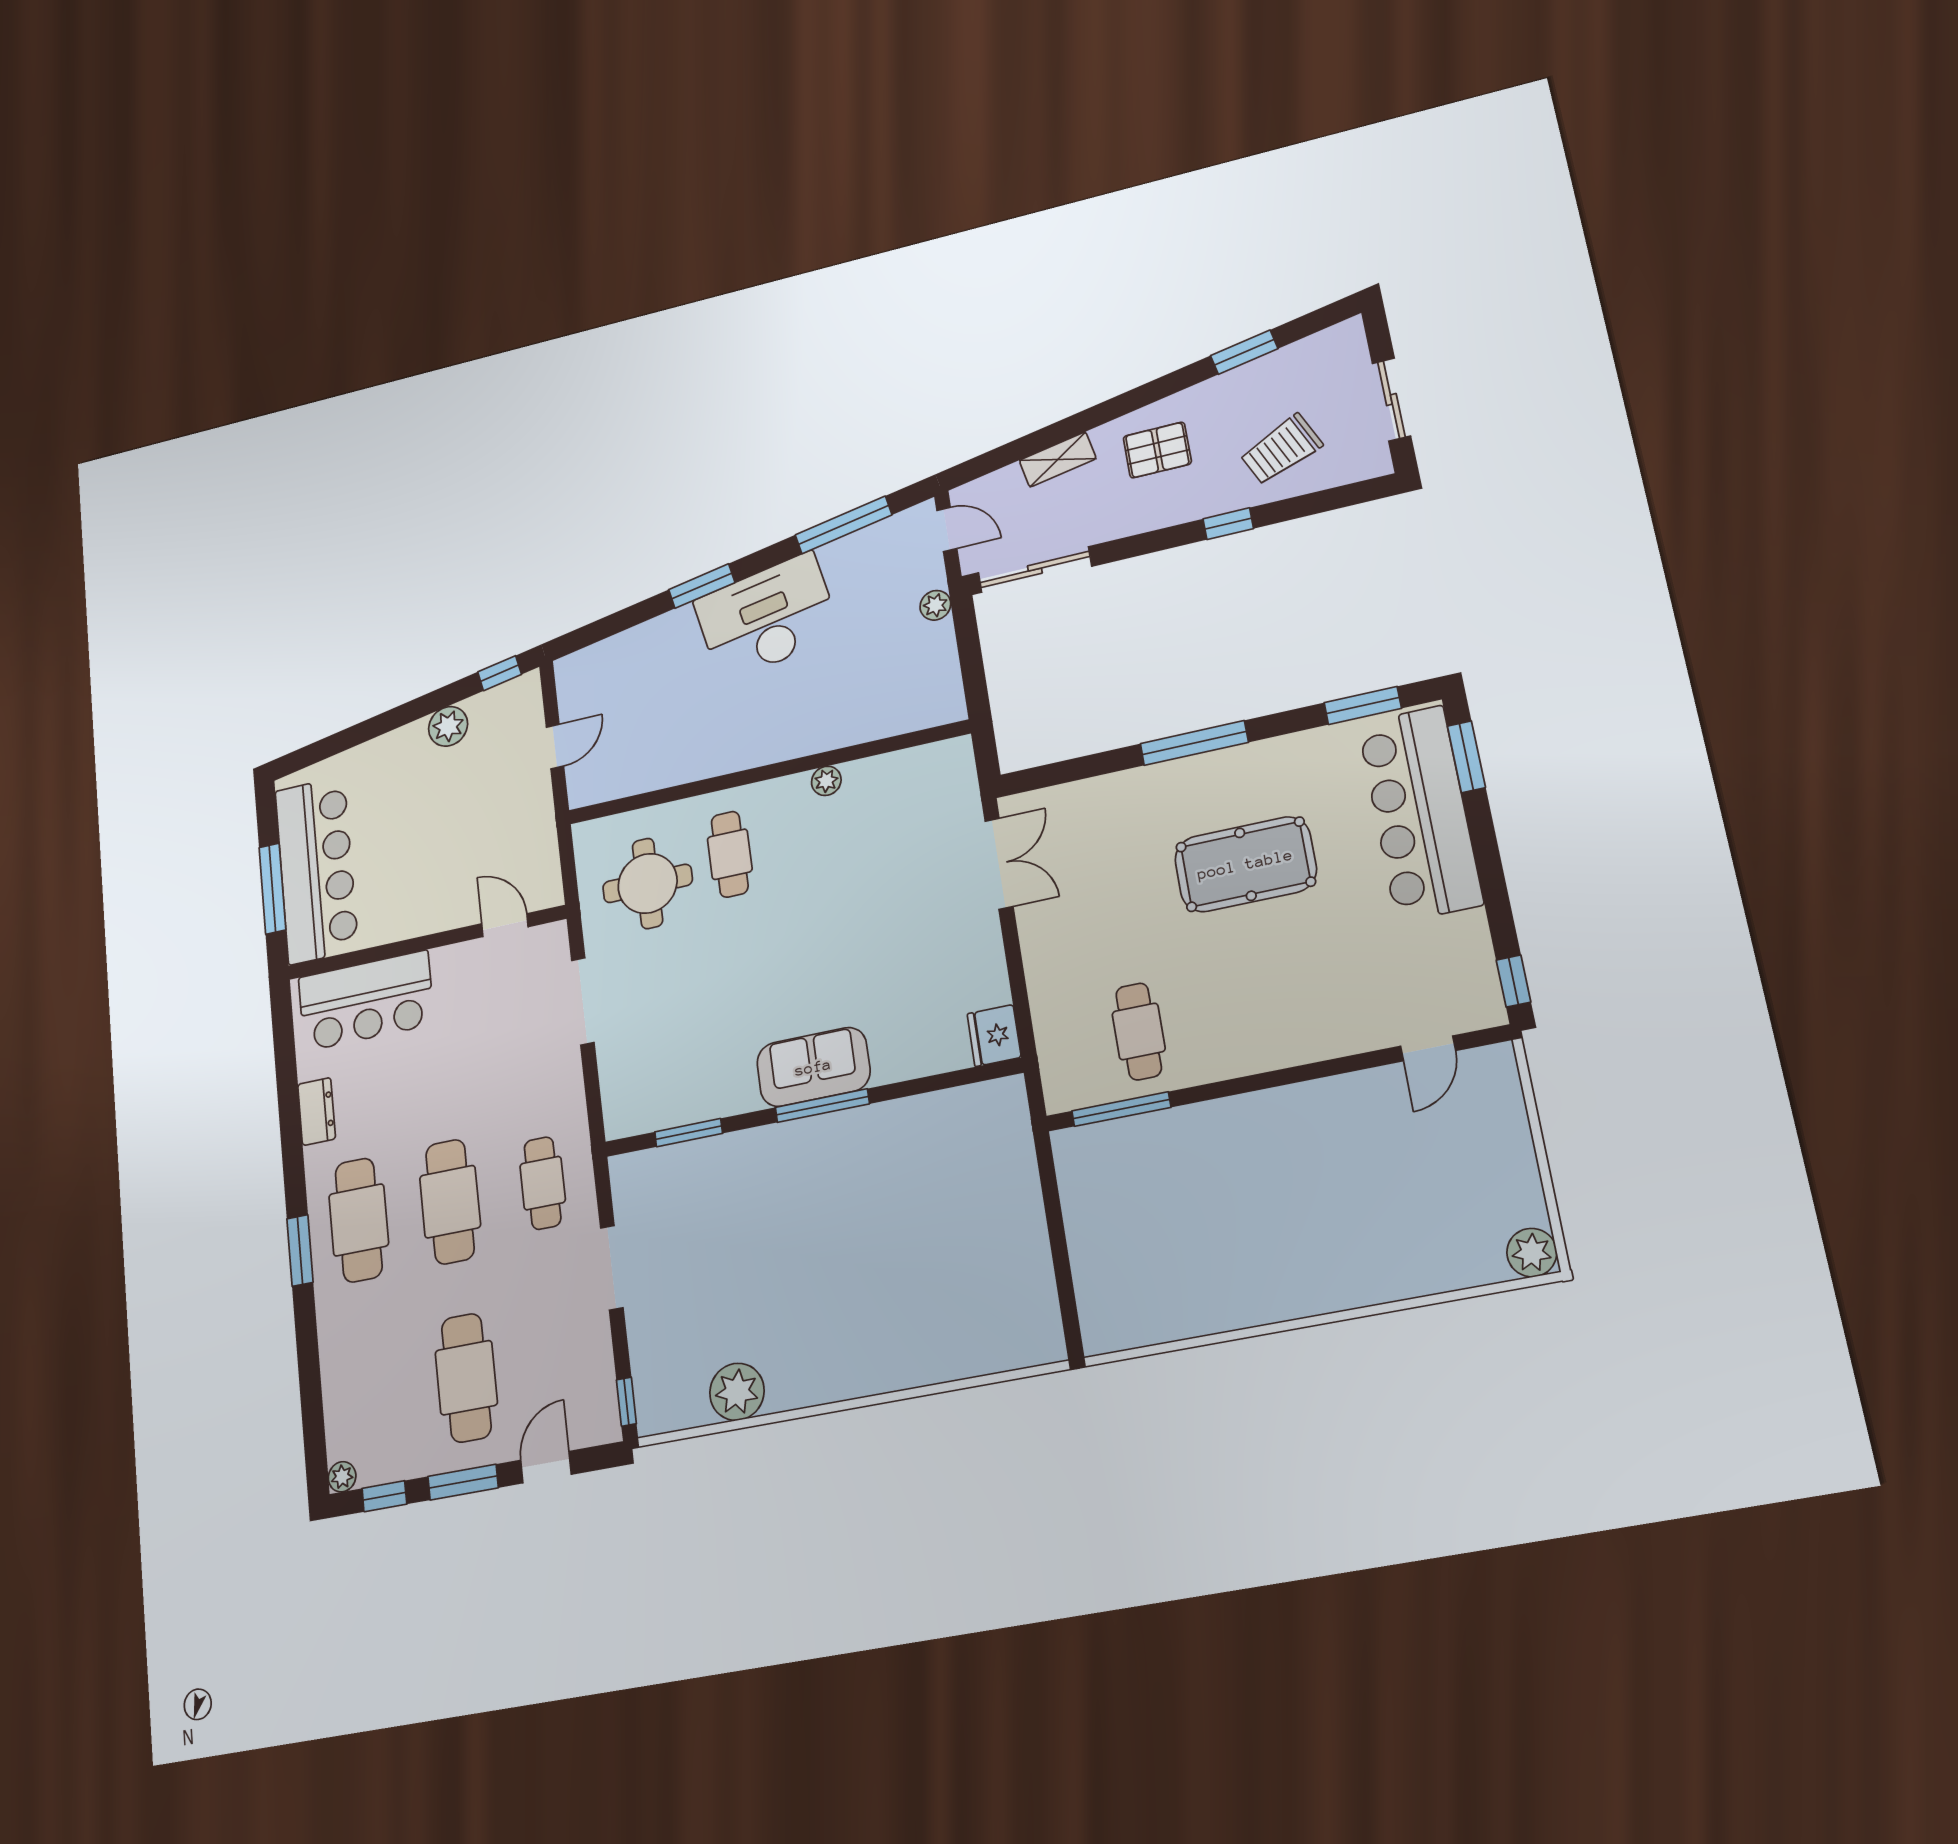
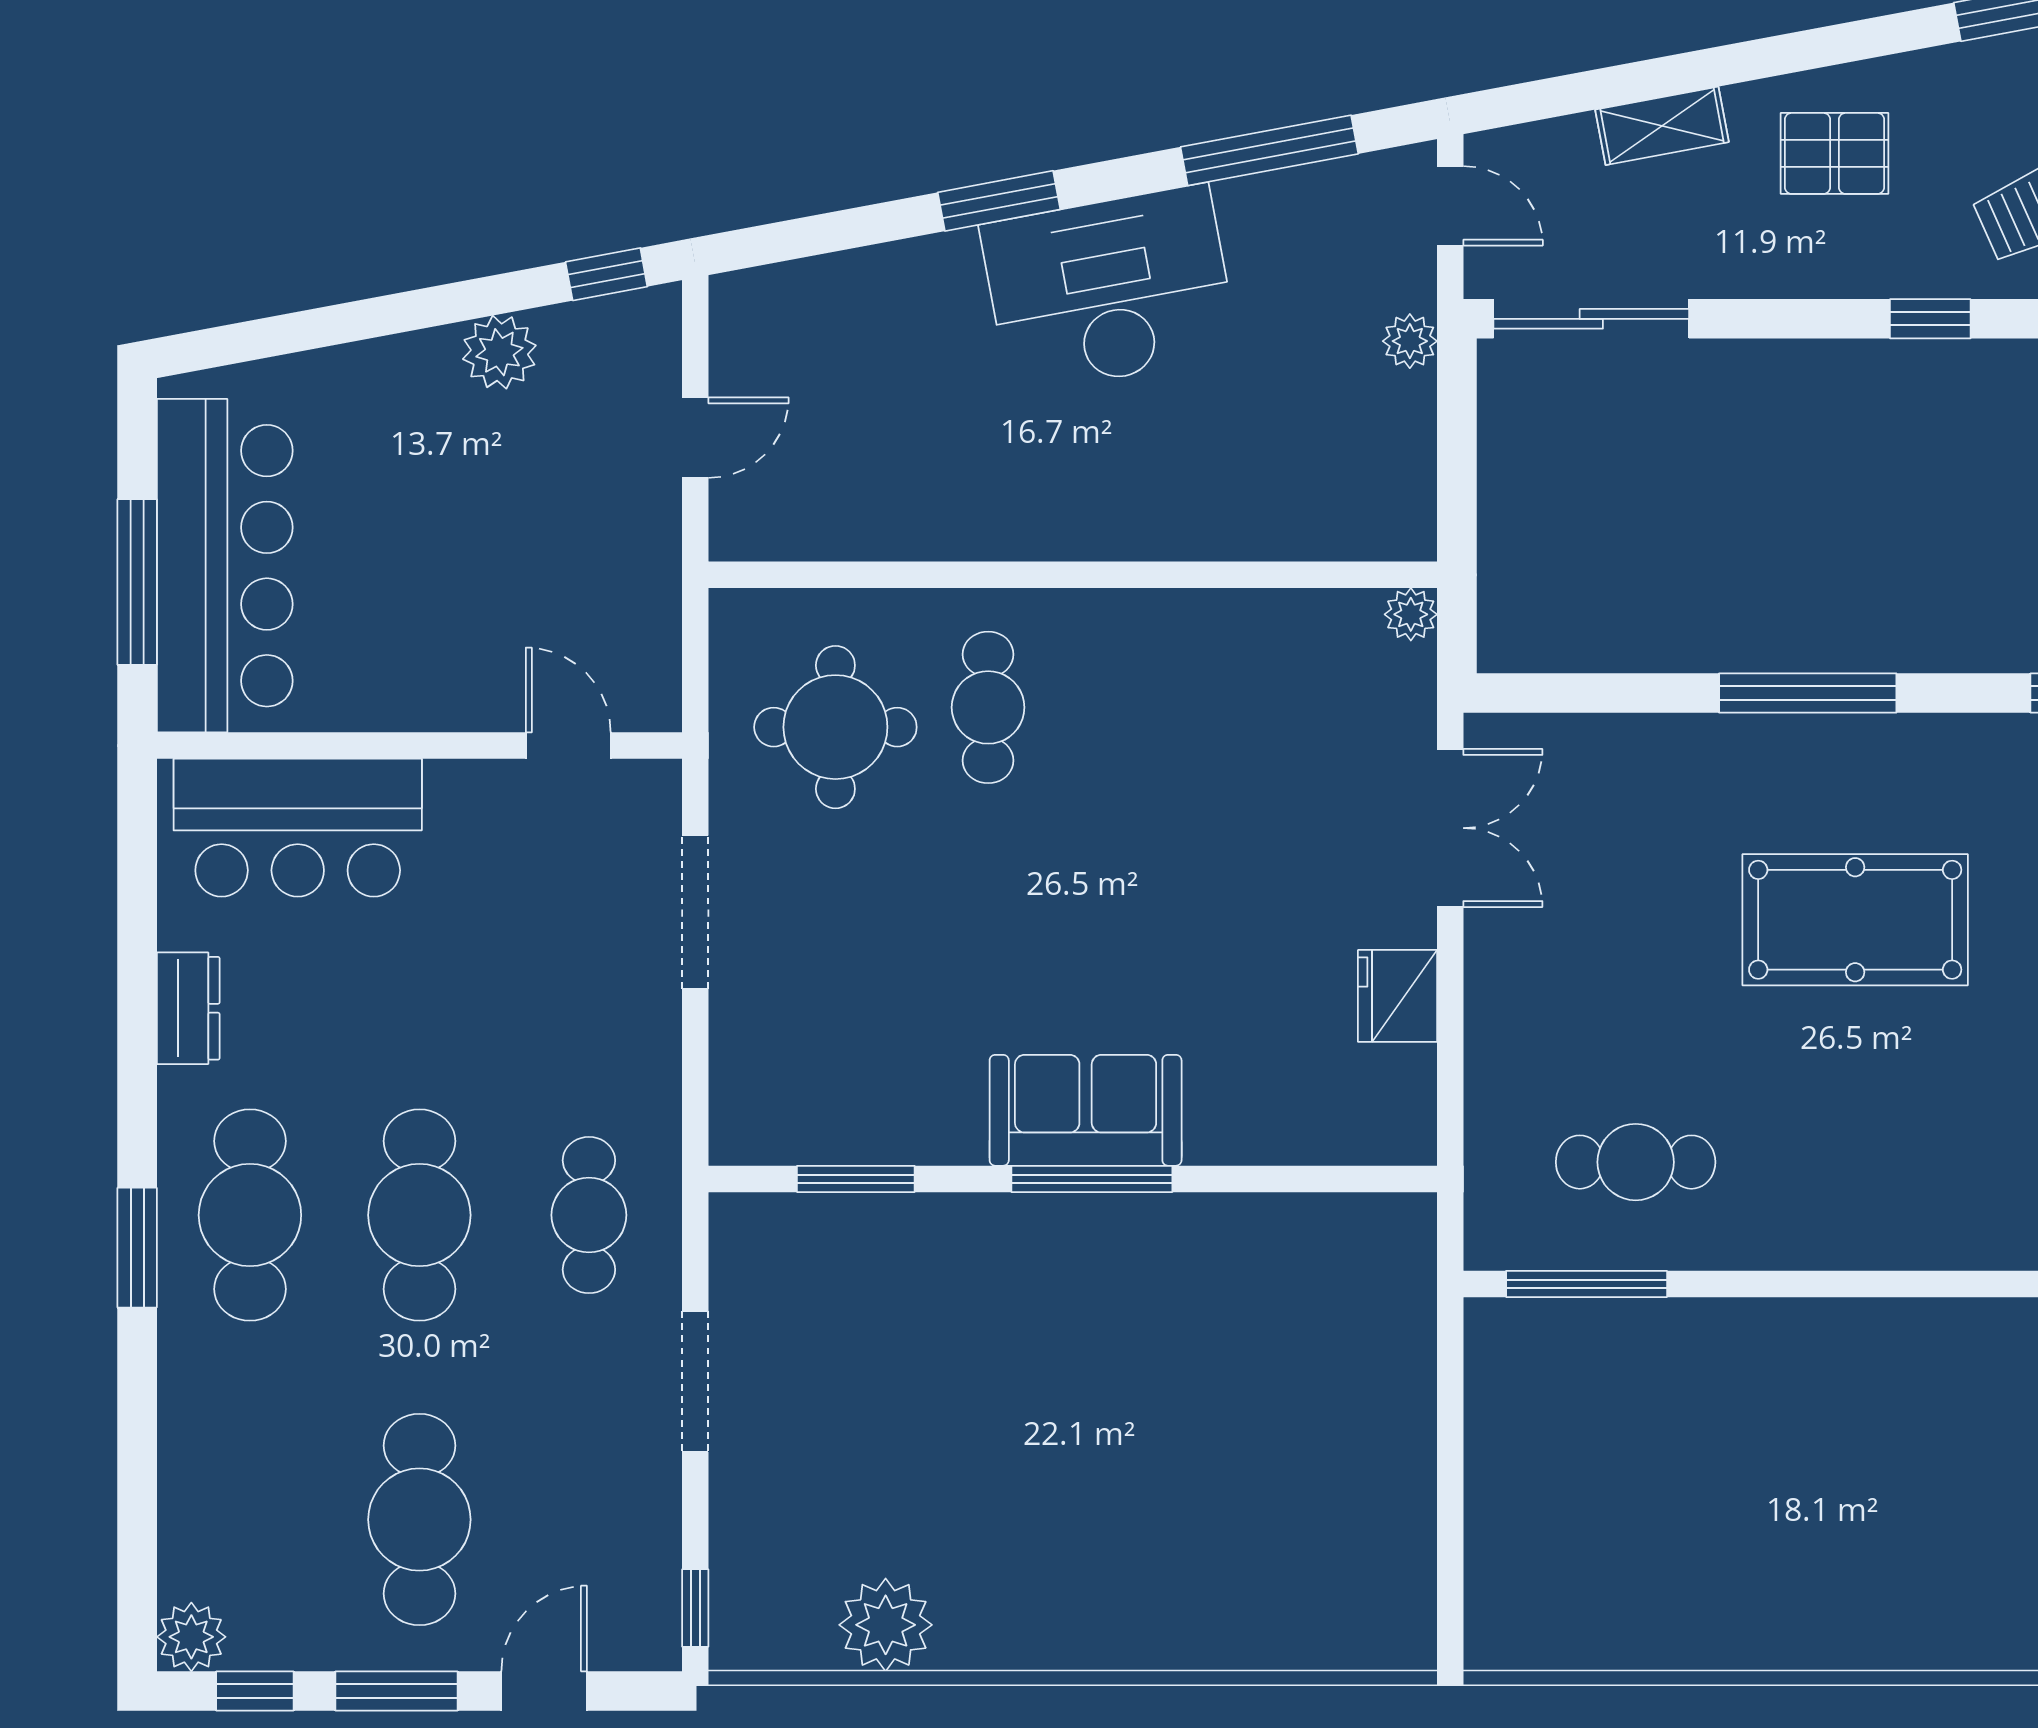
plant: (826, 781) -> (1411, 614), moved
cafe table: (1139, 1031) -> (1636, 1162), turned 90
fridge: (994, 1036) -> (1398, 996), moved
plant: (342, 1477) -> (191, 1637), width x1.38, depth x1.38

